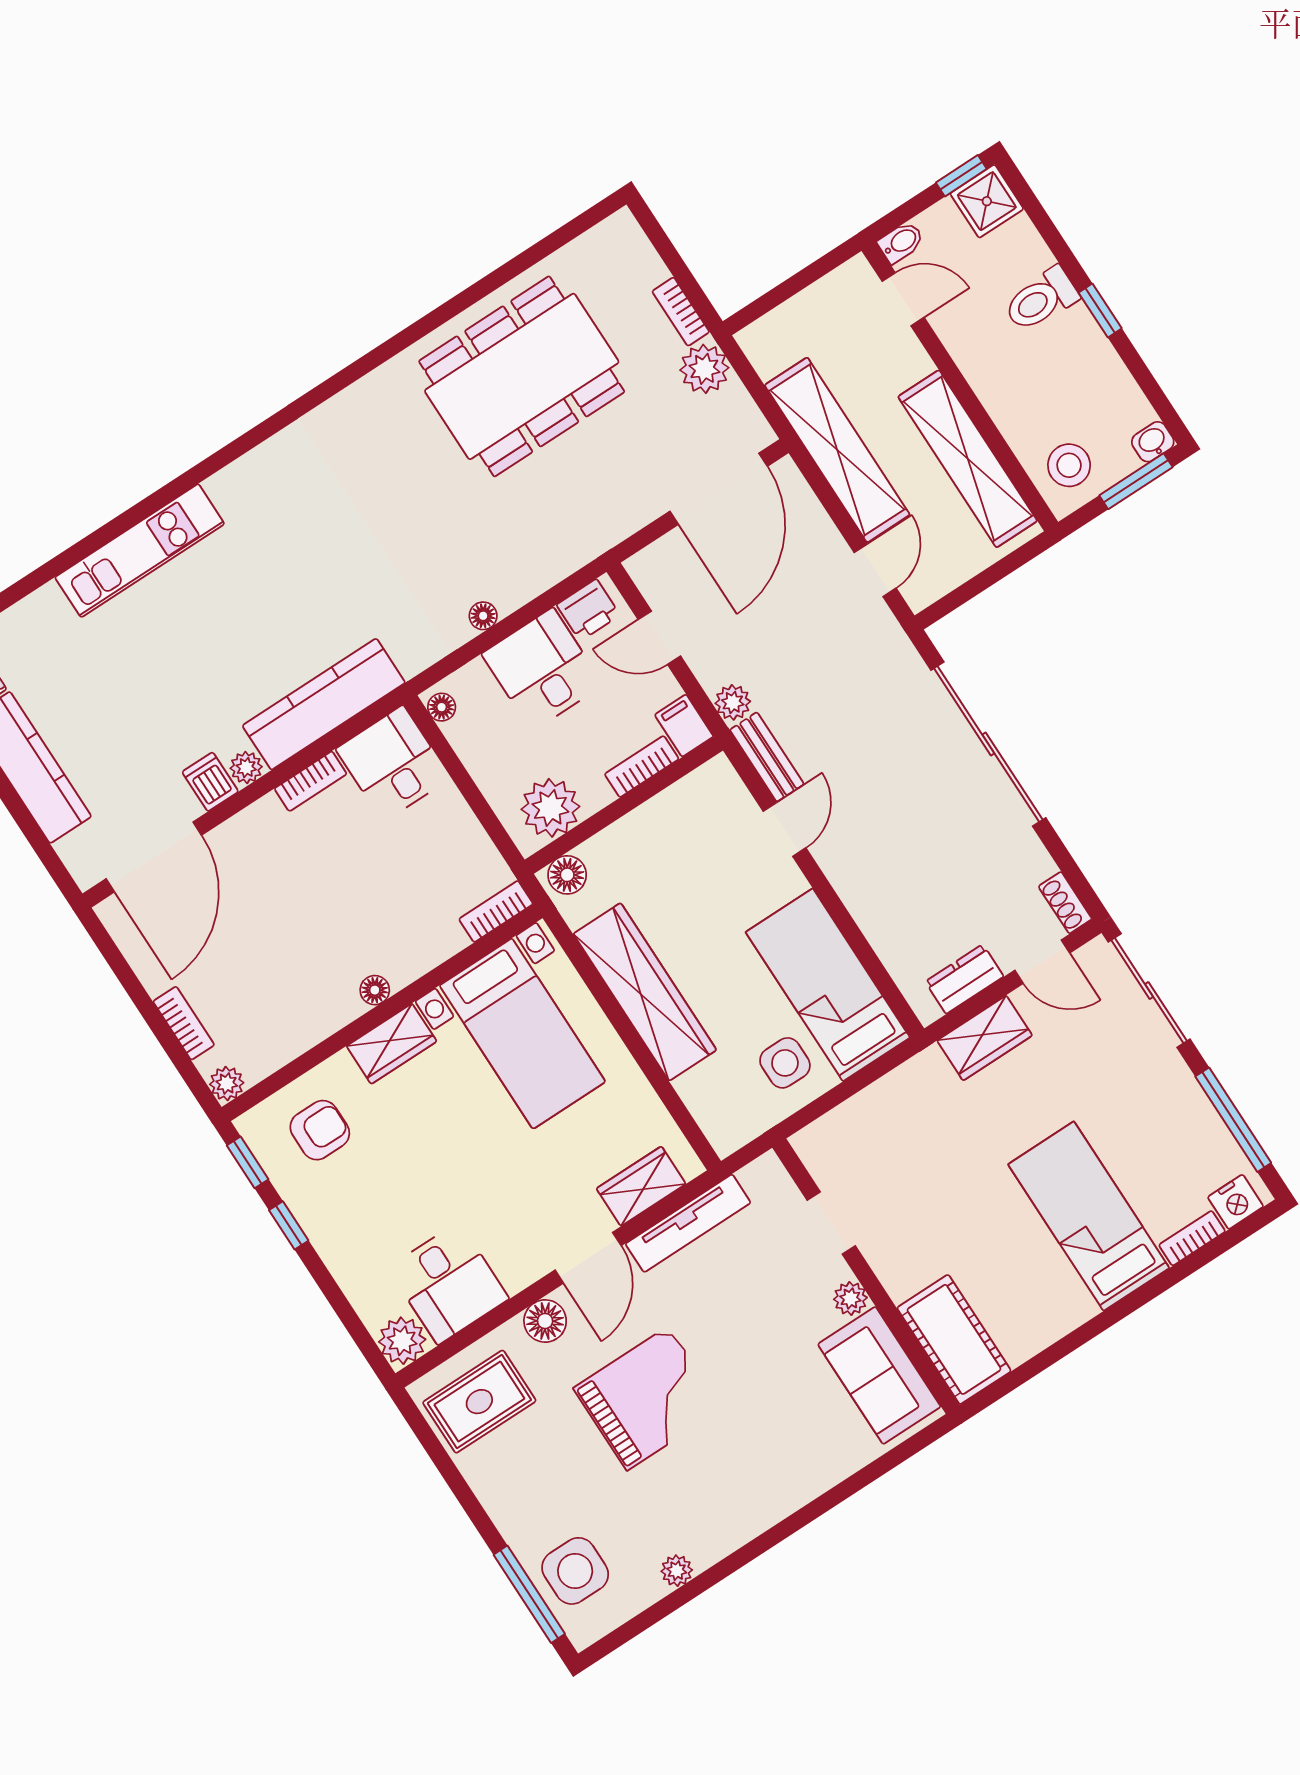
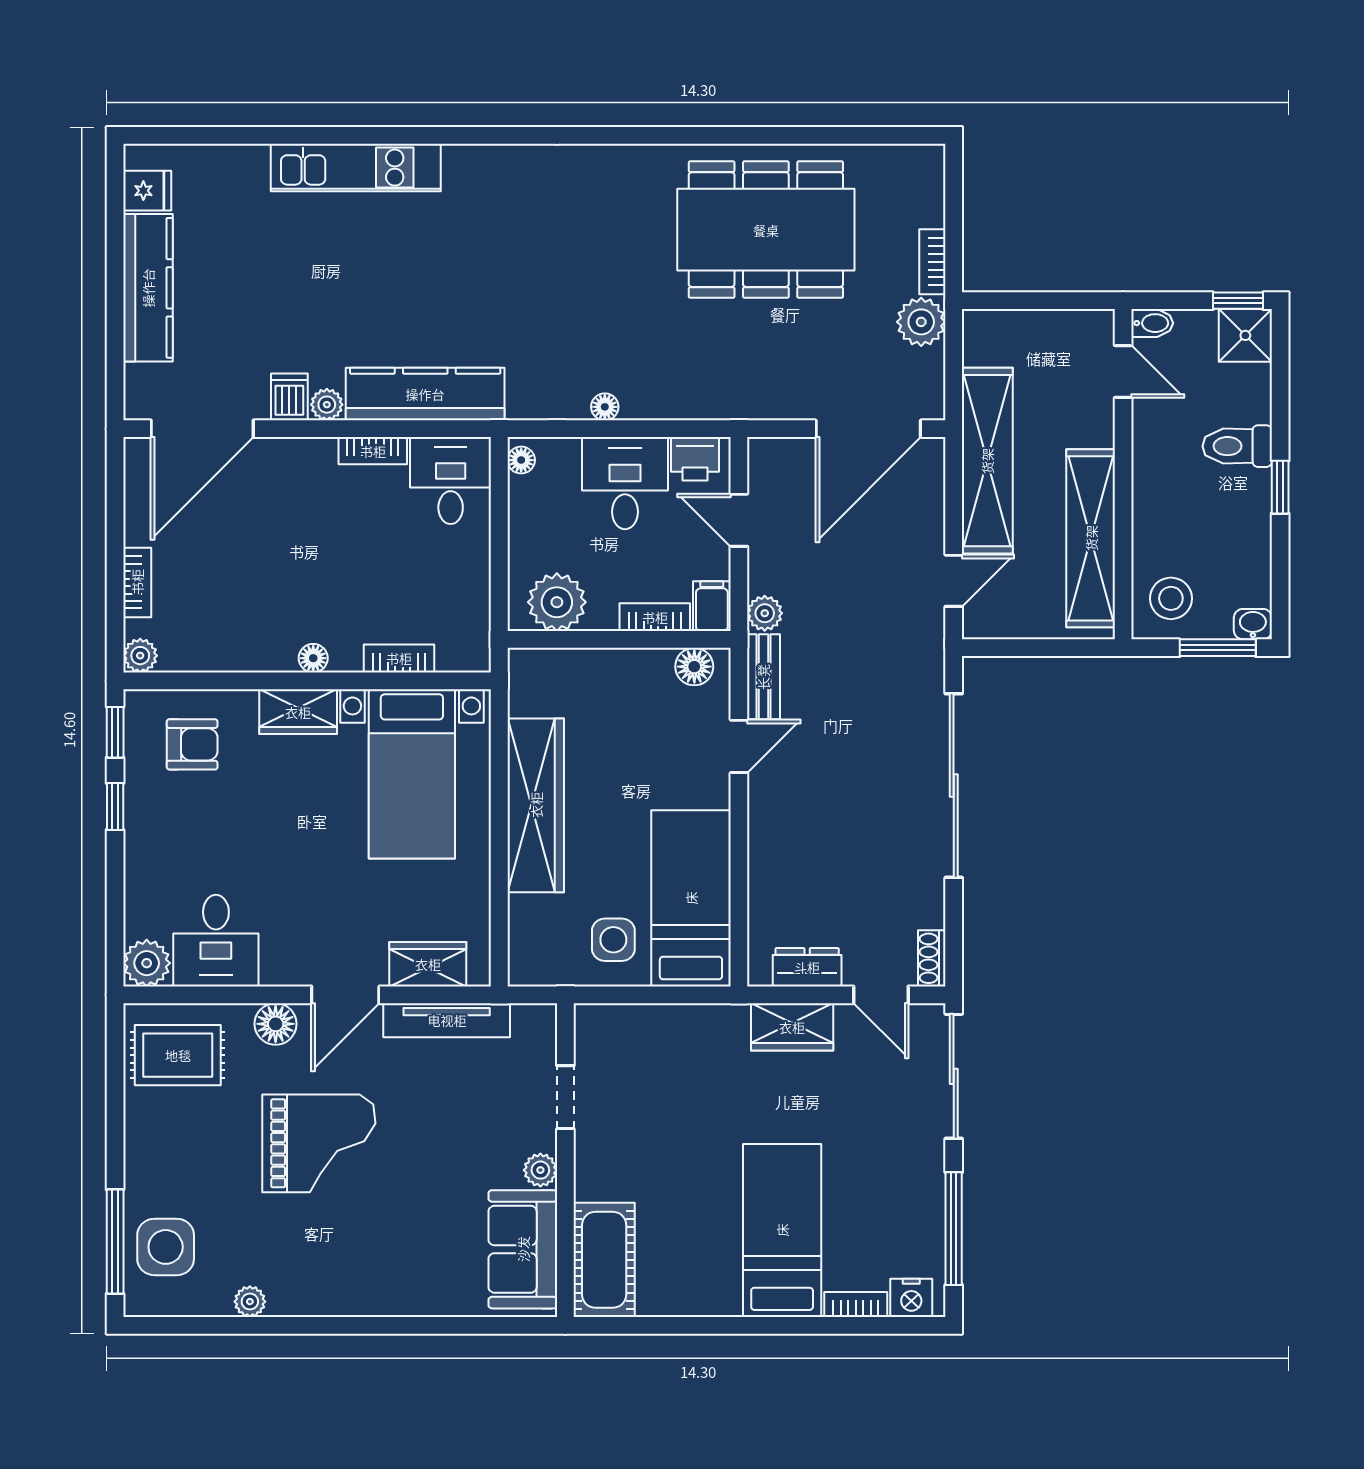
floor lamp: (567, 875) -> (694, 667), moved
bookcase: (496, 911) -> (399, 658), moved

